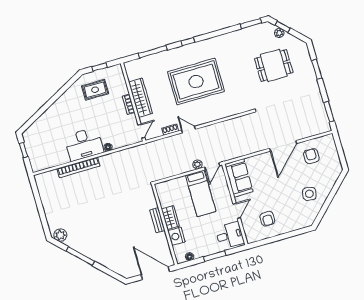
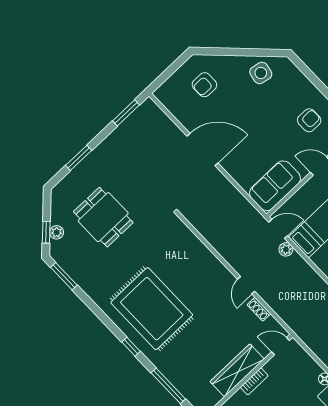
rug: (196, 82) -> (152, 309), moved
armchair: (311, 156) -> (204, 85), moved
side table: (309, 194) -> (261, 73), moved

